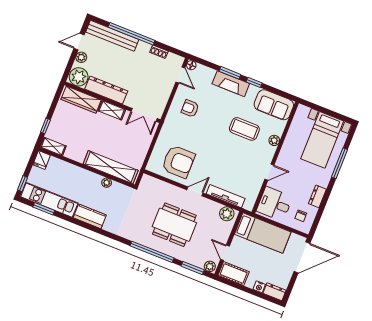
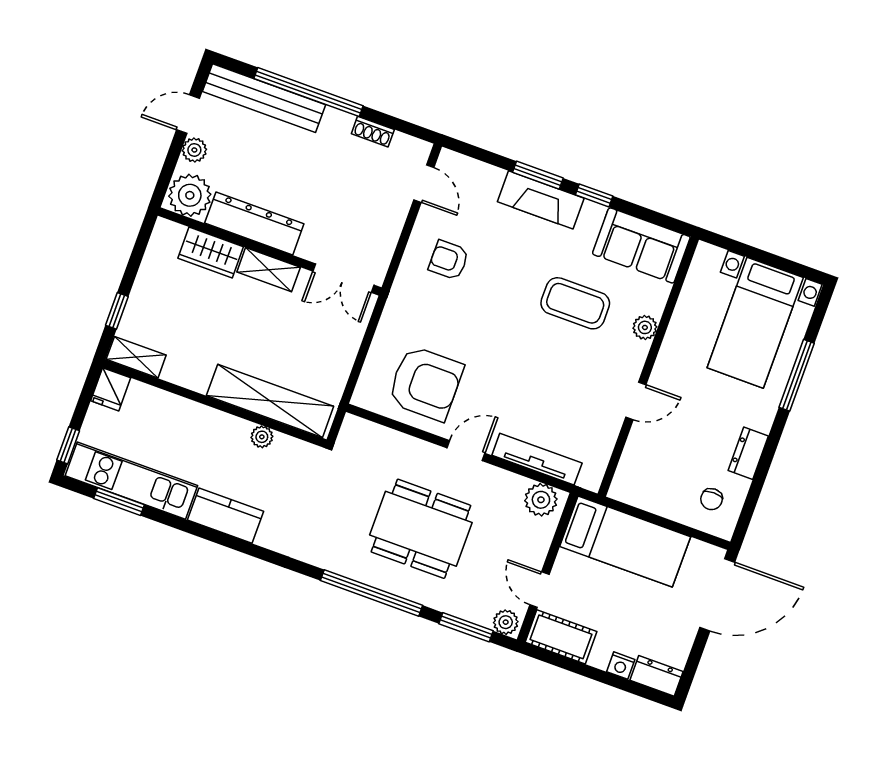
floor lamp: (191, 65) -> (448, 160), removed
wardrobe: (81, 100) -> (211, 253), width x0.67
desk: (275, 204) -> (650, 473), removed

